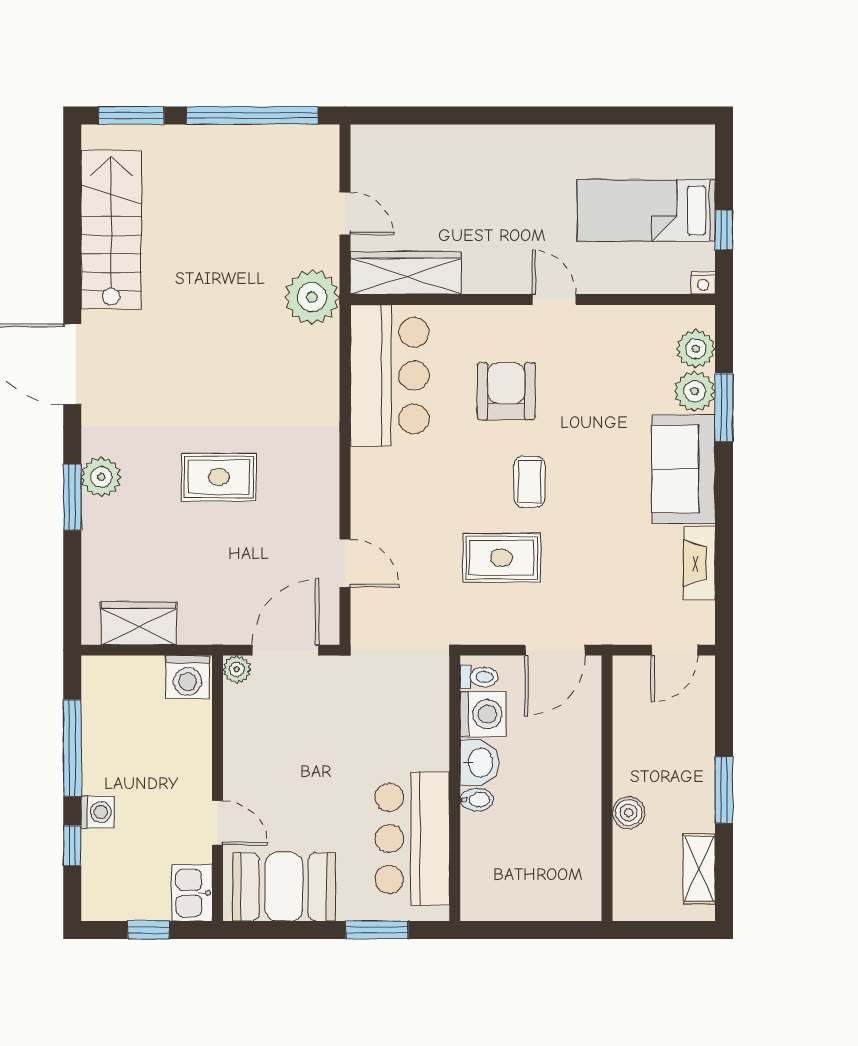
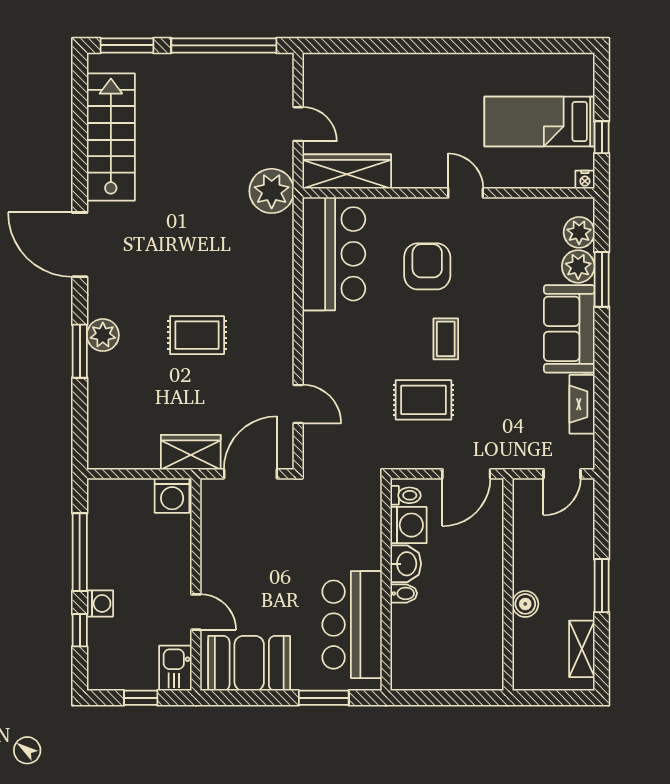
wardrobe: (139, 623) -> (191, 452), moved
plant: (237, 669) -> (211, 489), removed

